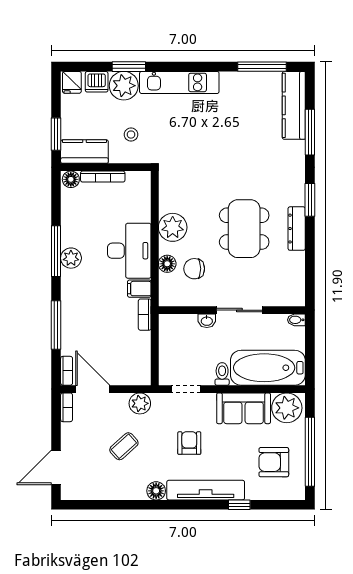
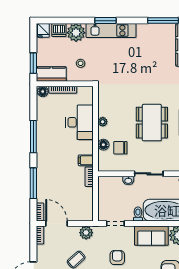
window: (129, 67) -> (105, 21), moved
plant: (173, 227) -> (103, 122), width x0.53, depth x0.53
desk: (129, 251) -> (79, 122), moved
plant: (71, 258) -> (43, 141), removed

